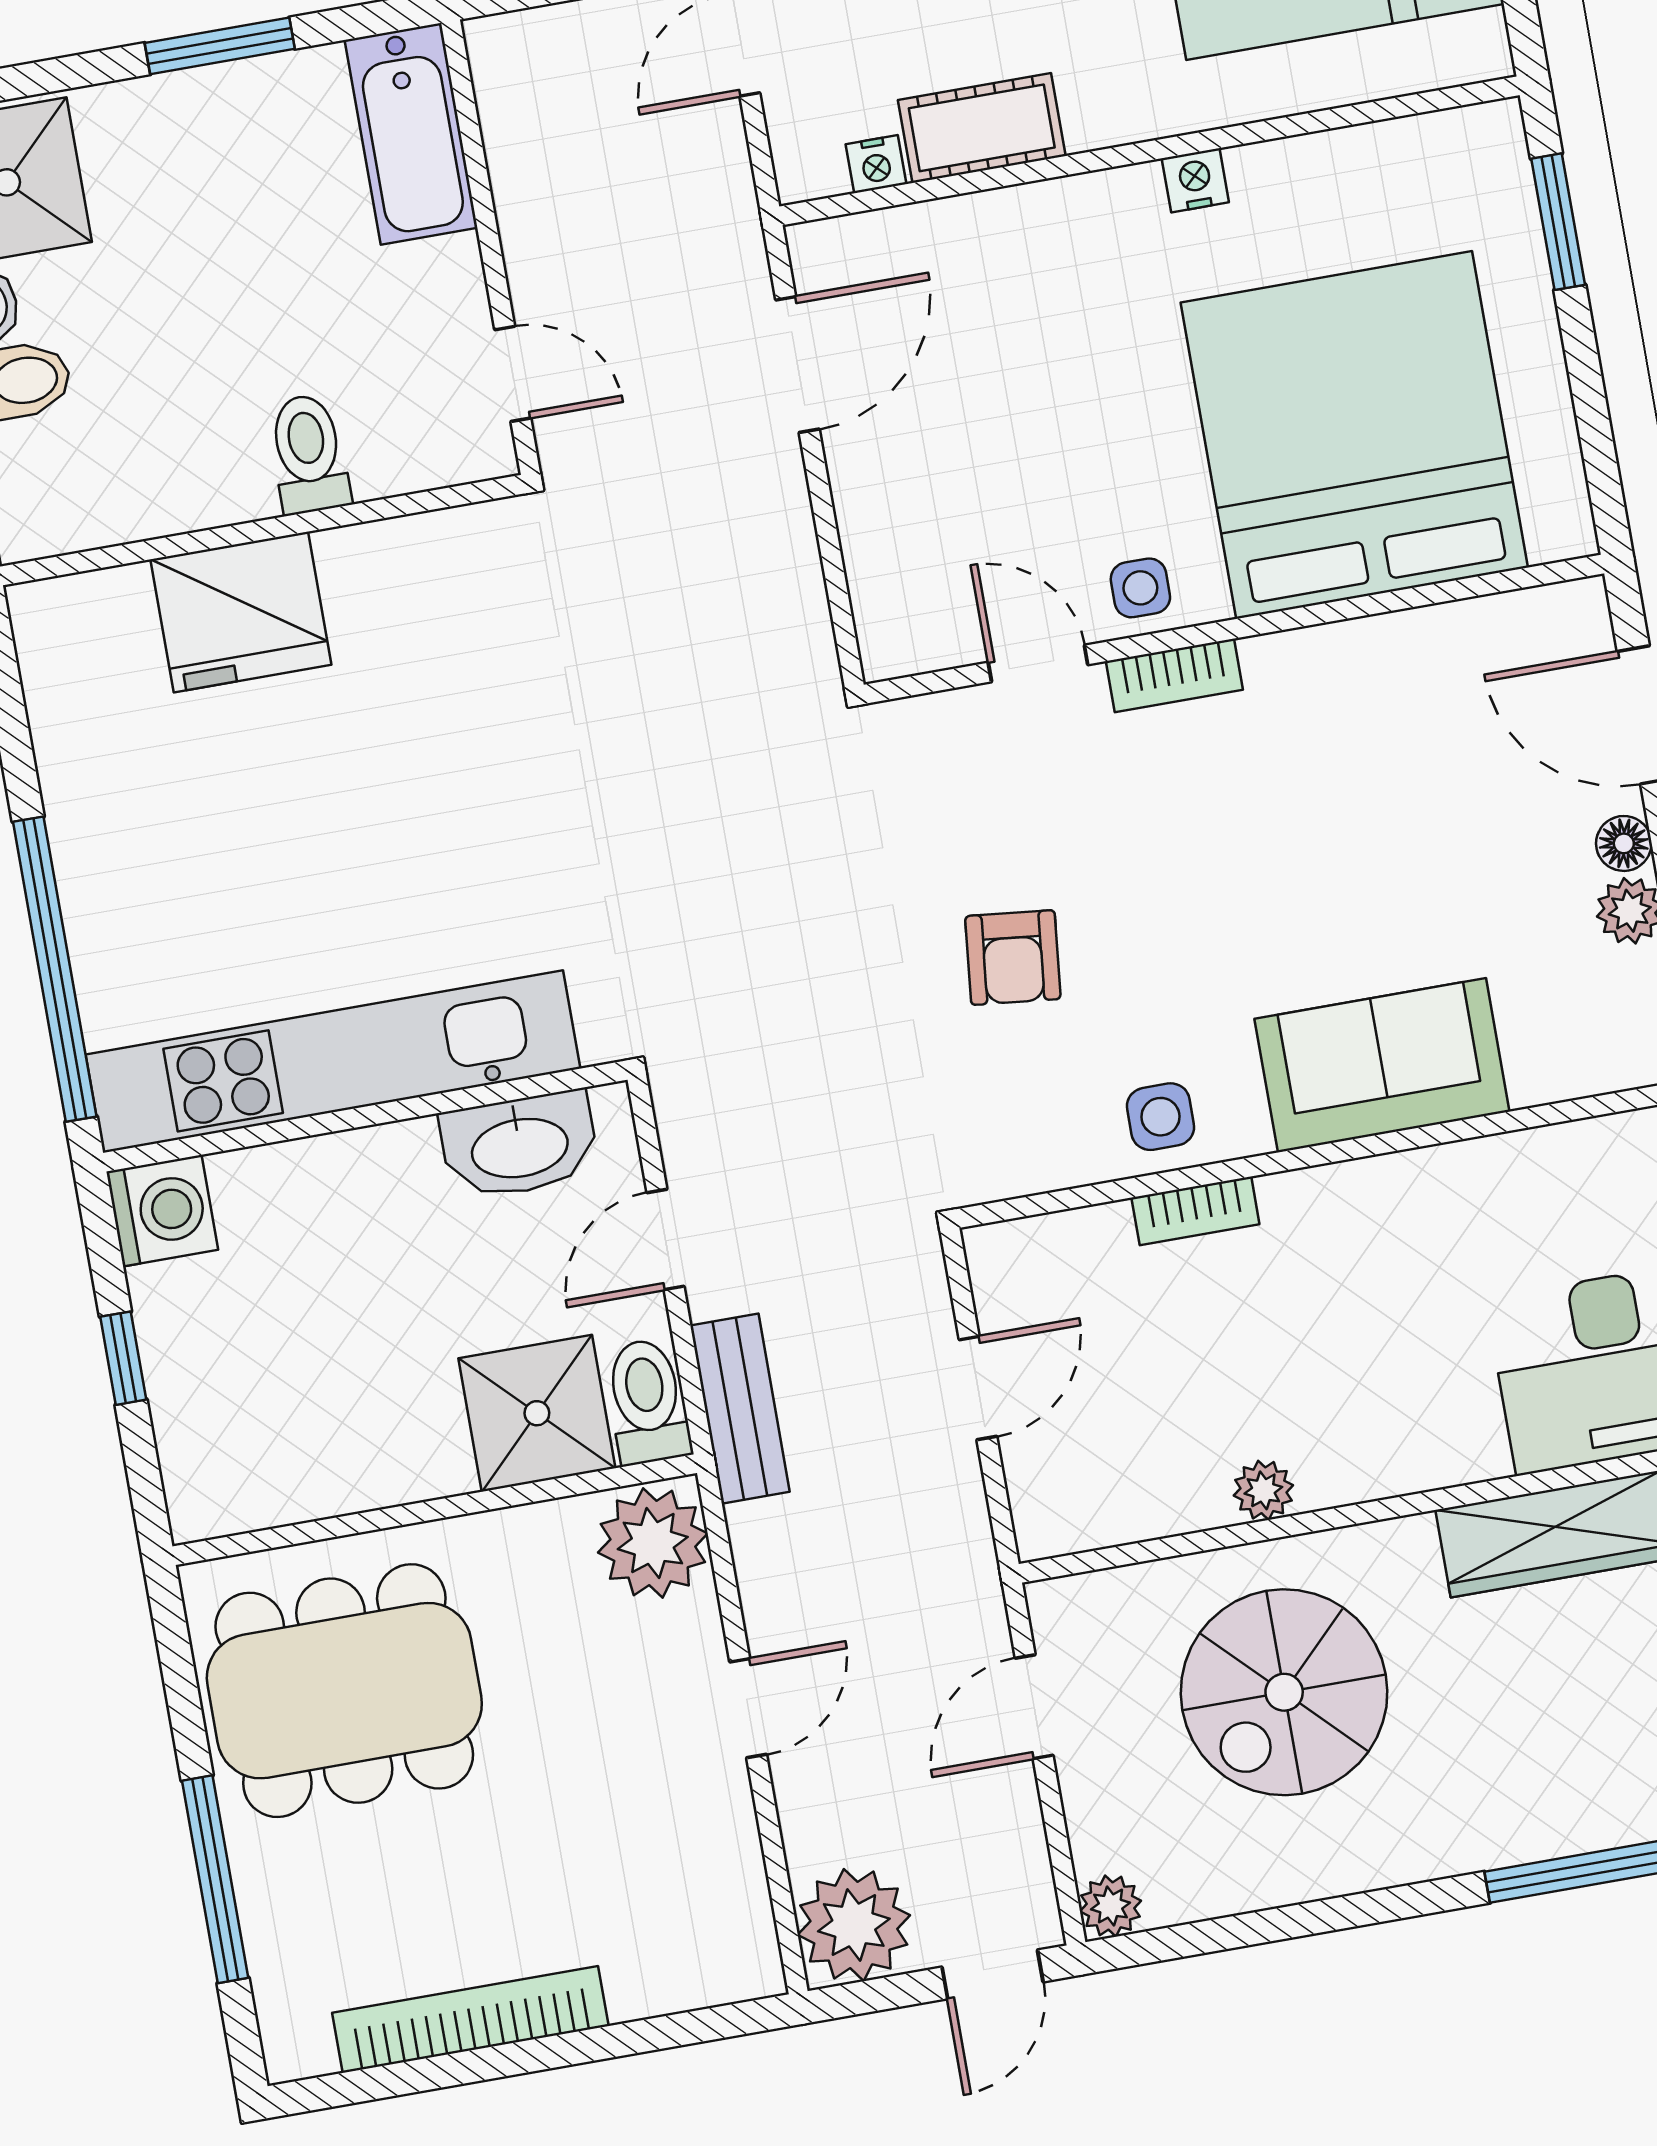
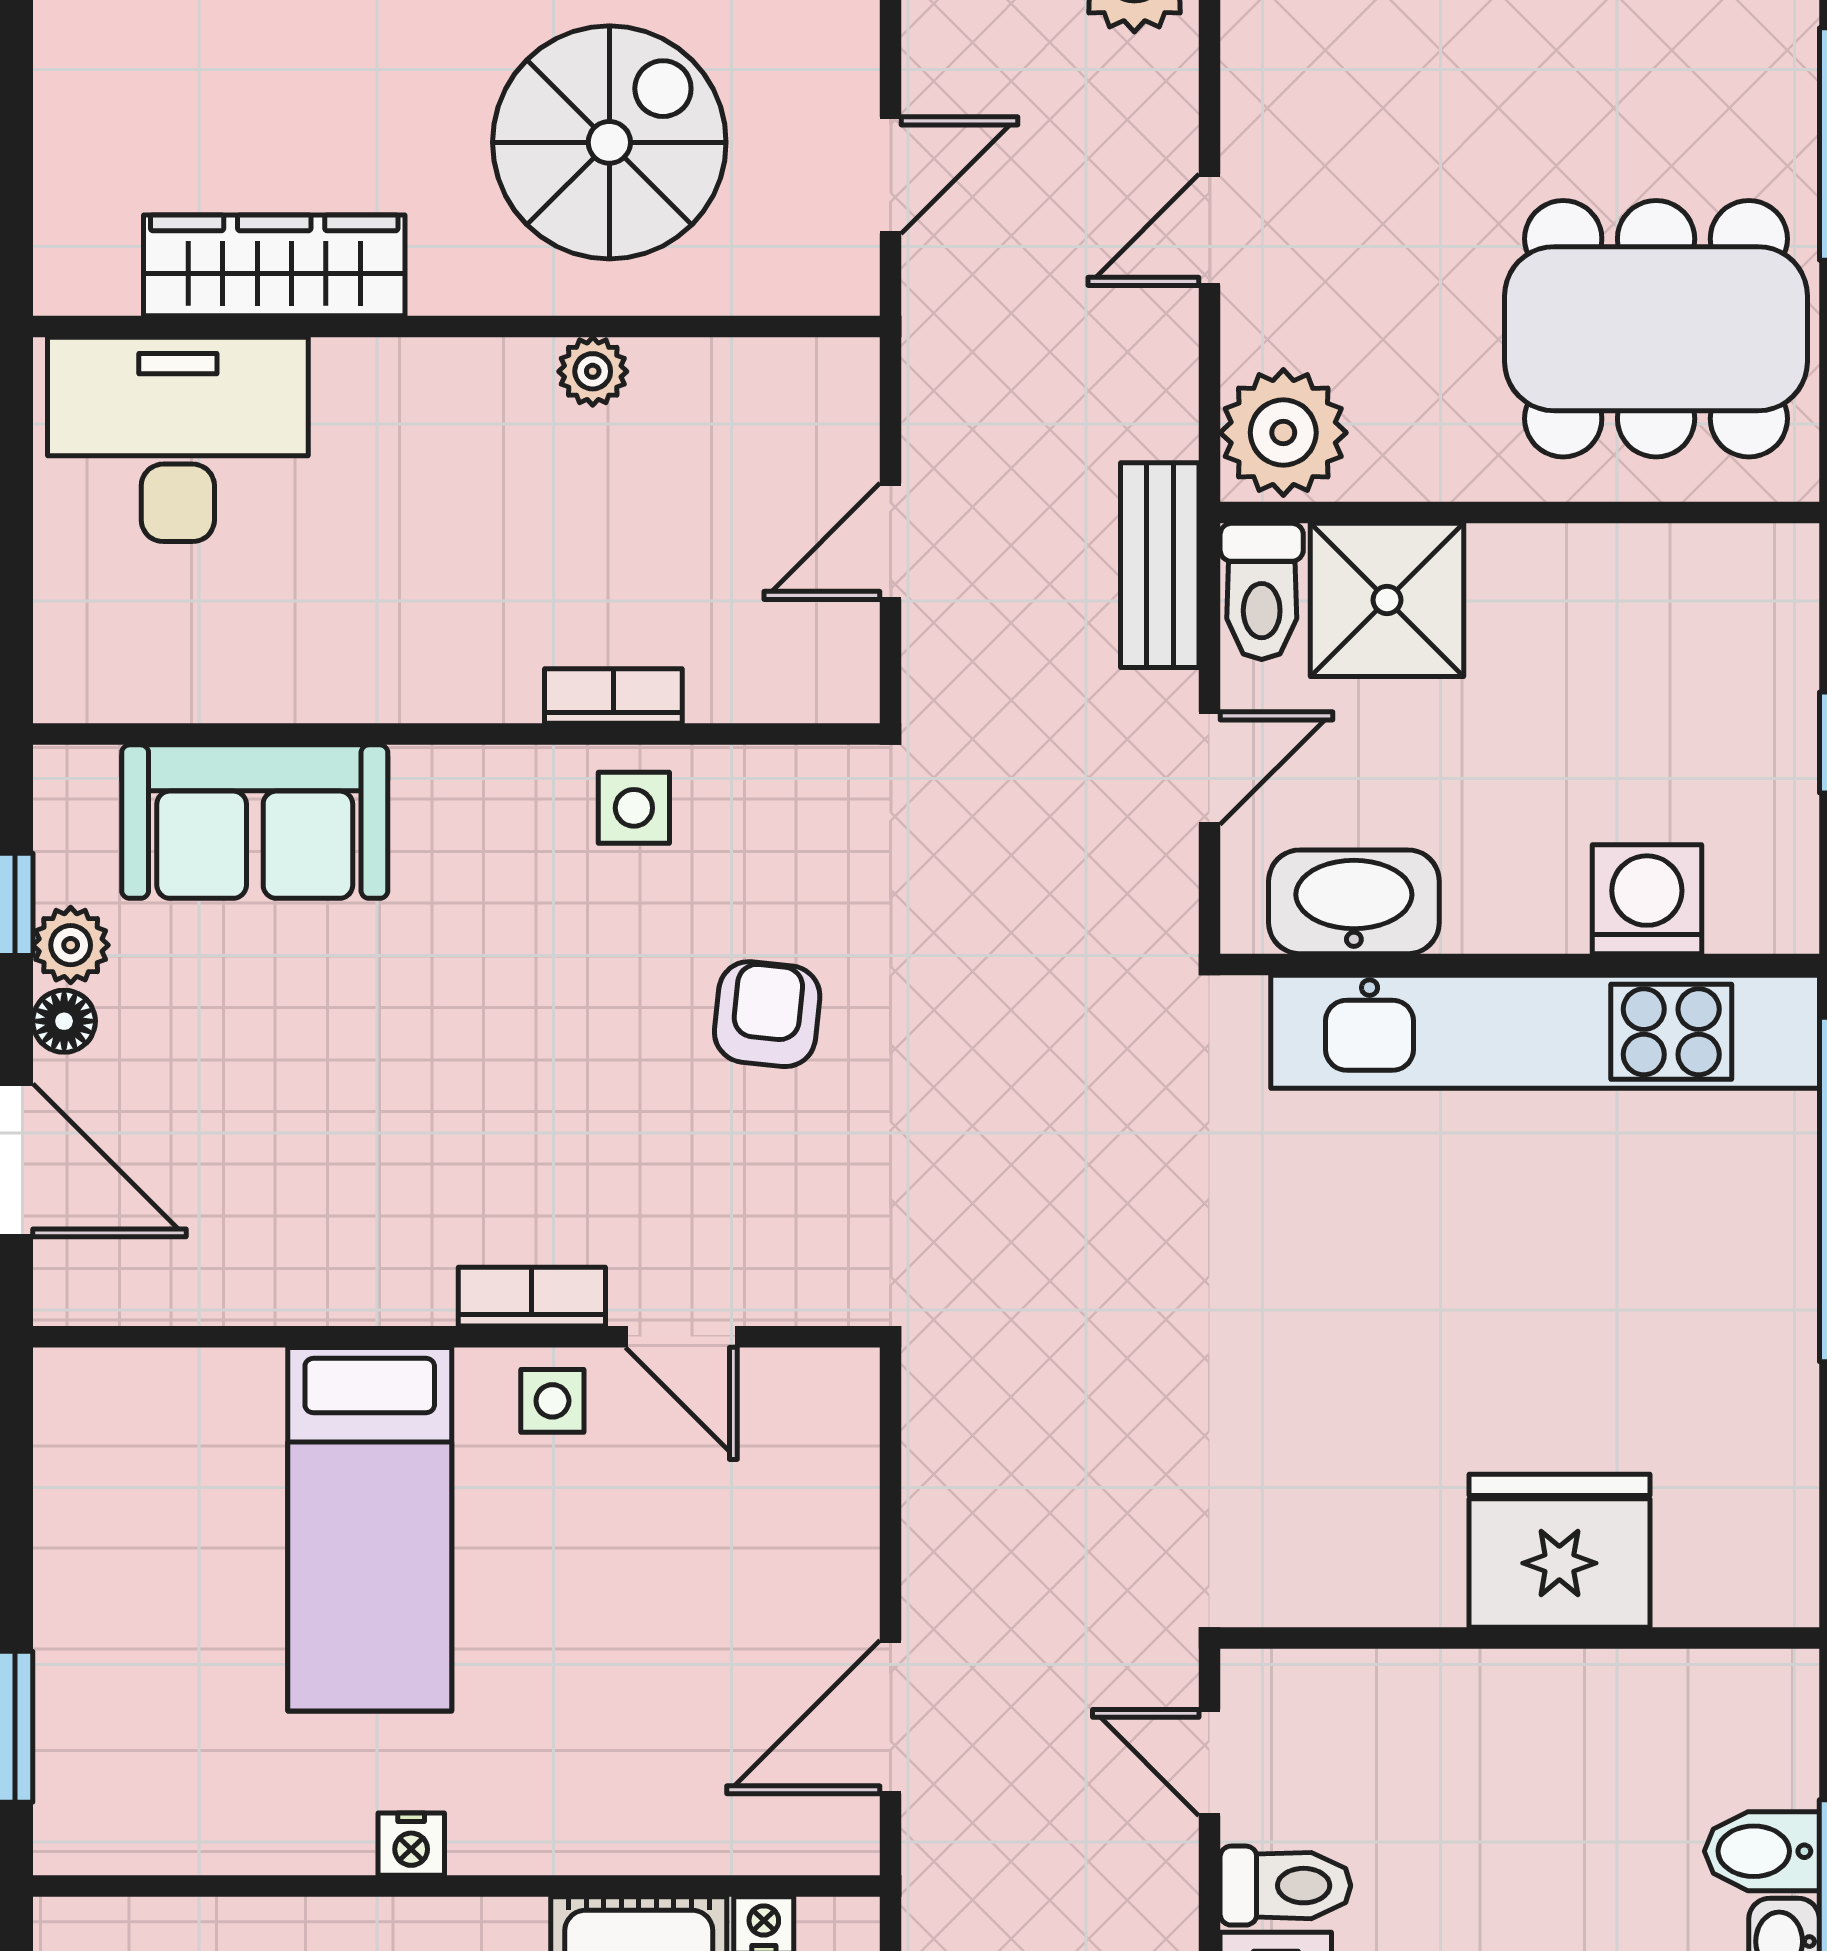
bed: (1354, 435) -> (370, 1529), width x0.49
toilet: (309, 454) -> (1285, 1886), moved, turned -90
sofa: (1382, 1065) -> (255, 822), moved
washing machine: (162, 1211) -> (1647, 899), moved, turned 90

